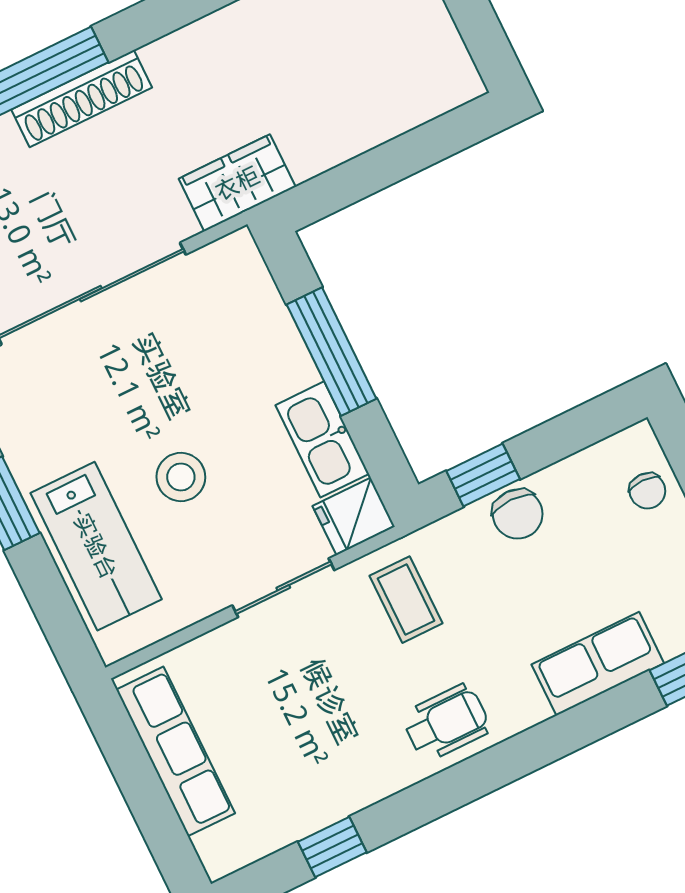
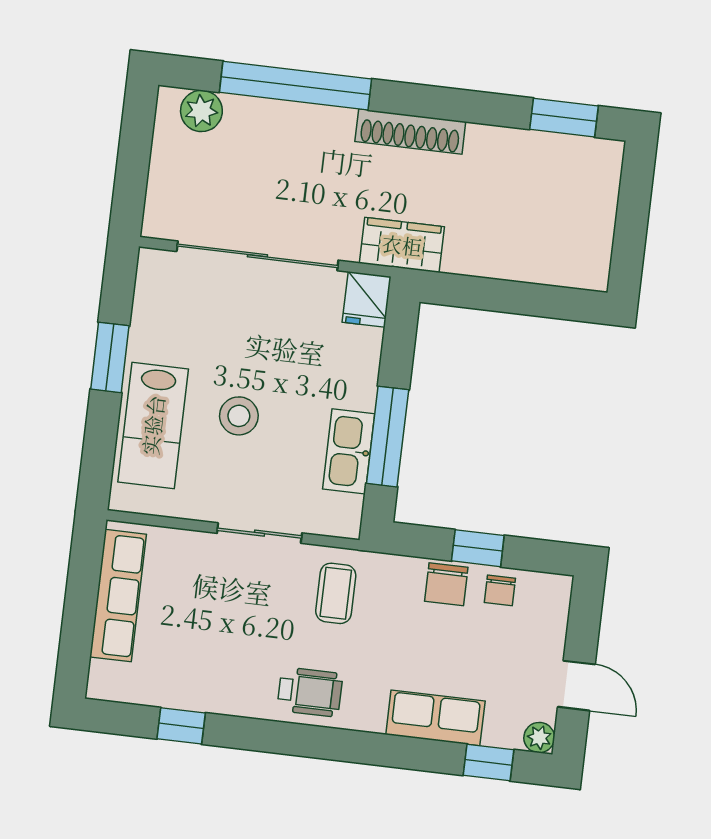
shoe rack: (82, 99) -> (410, 132), moved
window: (332, 352) -> (388, 437), moved
window: (483, 475) -> (478, 548), moved
chair: (647, 491) -> (500, 590), moved
fridge: (354, 516) -> (367, 299), moved, turned -90

